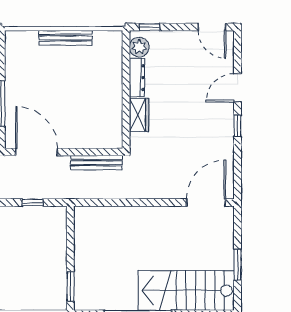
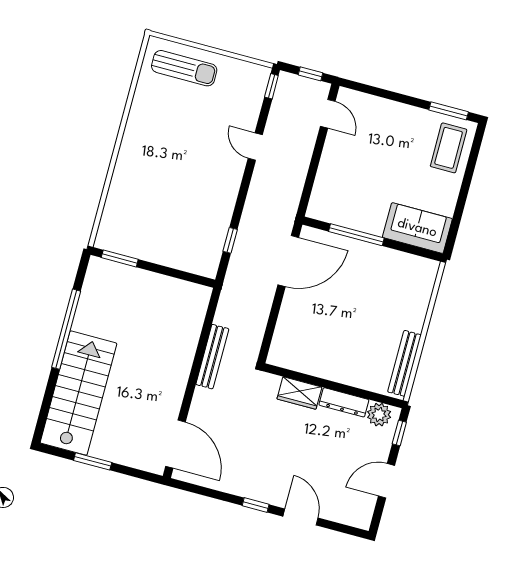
door: (212, 27) -> (387, 481), moved
bench: (66, 38) -> (404, 363), moved
bench: (96, 162) -> (212, 357), moved

